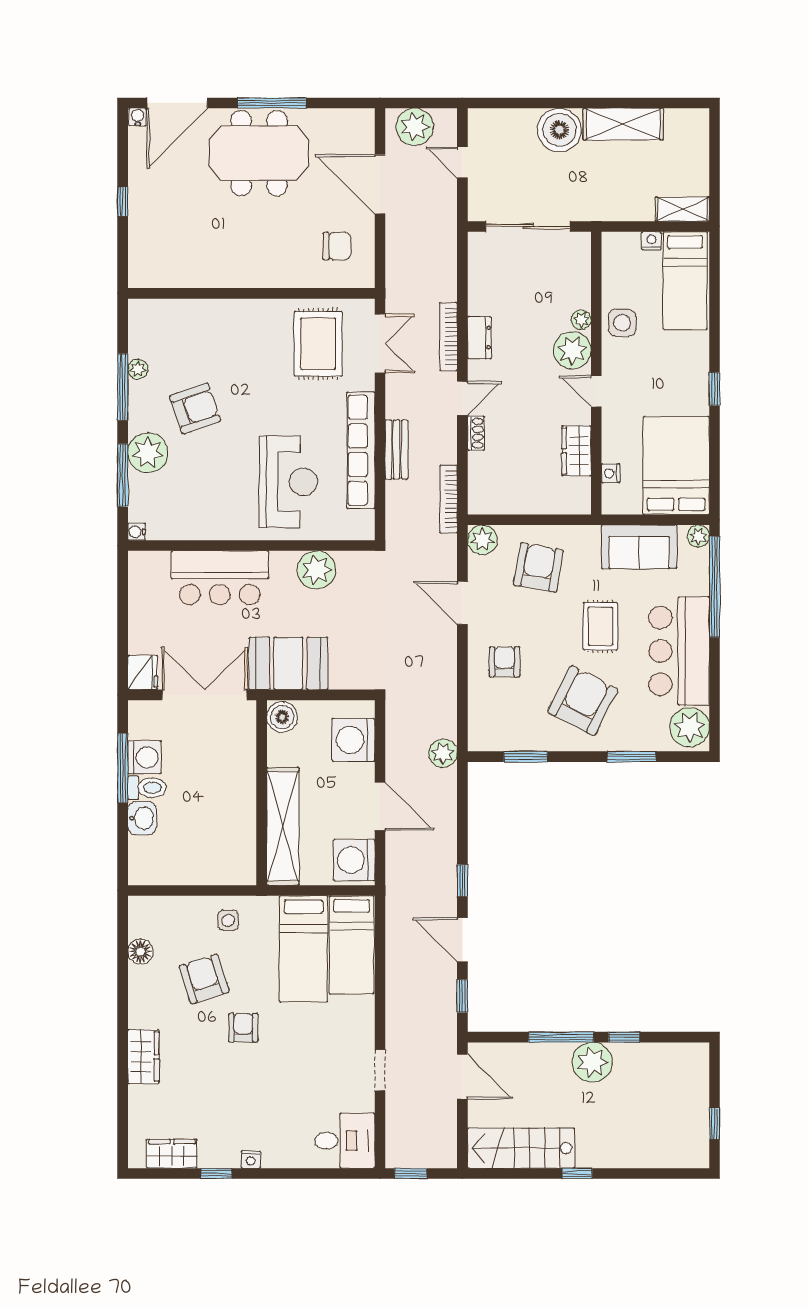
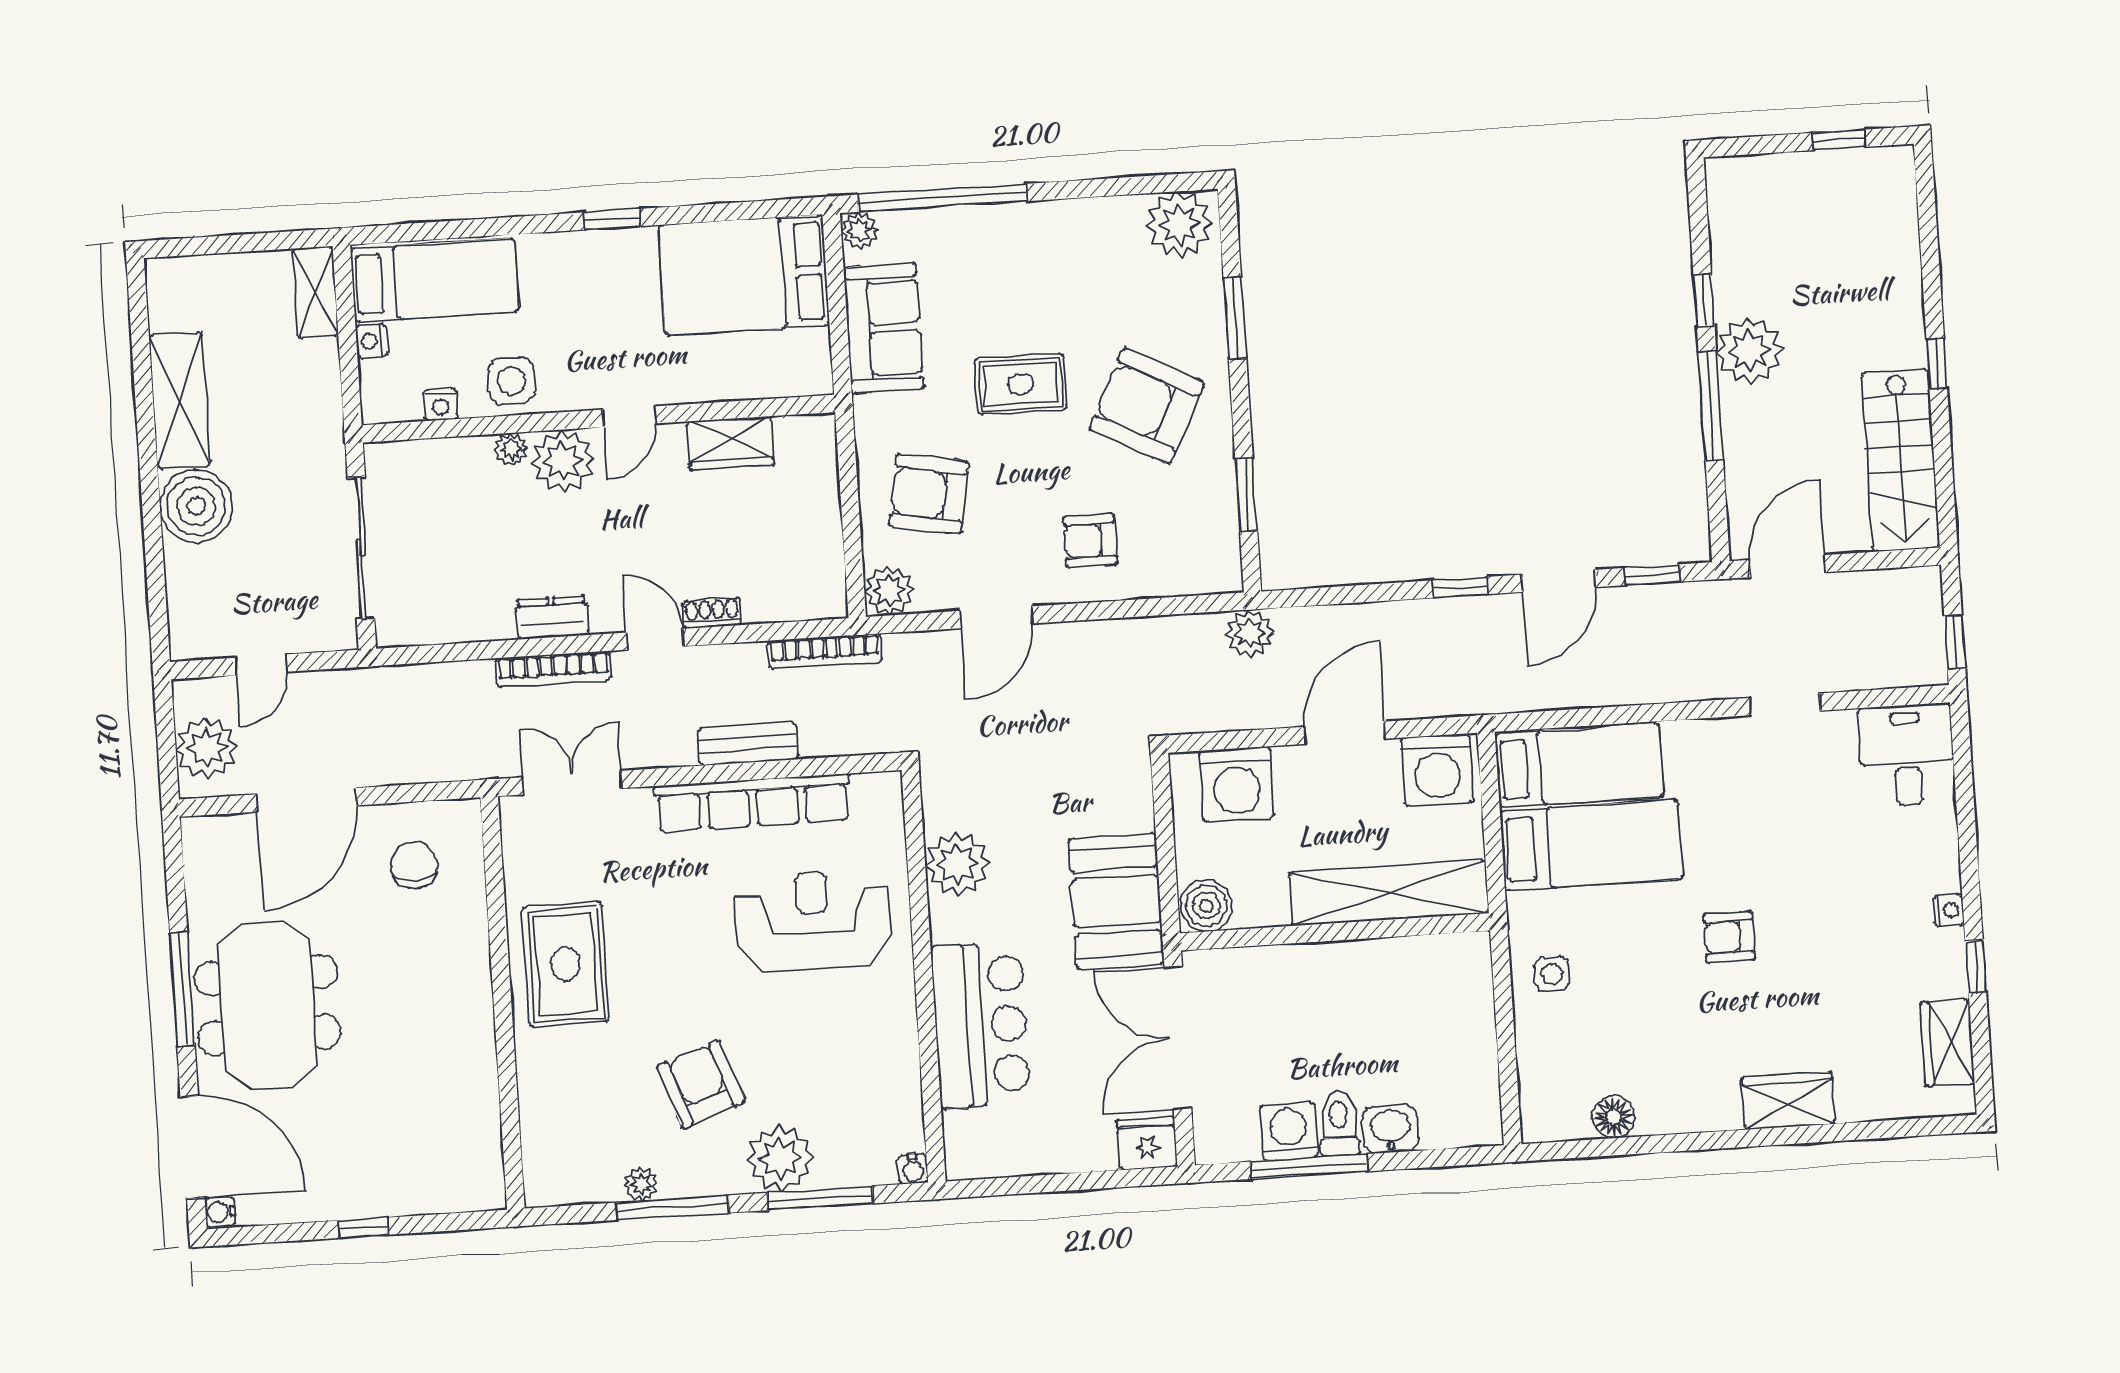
rug: (318, 344) -> (566, 964), moved, turned 90
nightstand: (611, 473) -> (440, 405), moved
bar counter: (679, 651) -> (1053, 250), removed
armchair: (204, 979) -> (1652, 1008), removed

